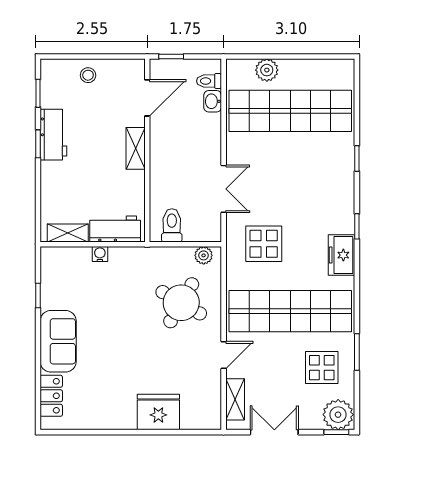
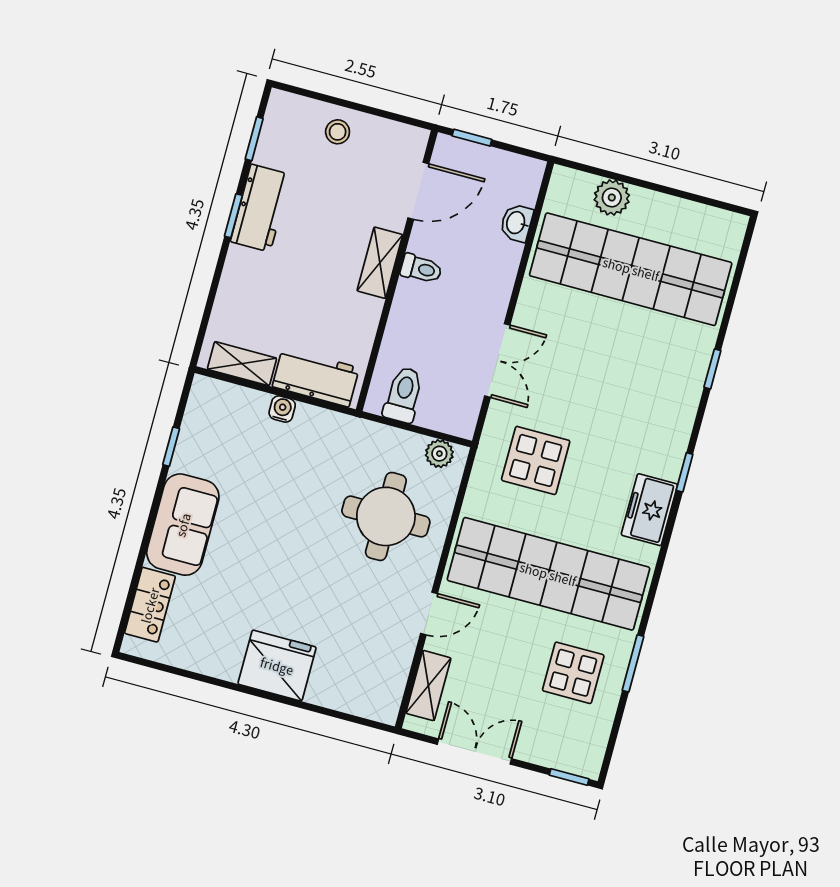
toilet: (209, 81) -> (421, 269), moved, turned 180
round table: (181, 303) -> (386, 516), turned -30
fridge: (158, 412) -> (277, 666), moved
plant: (338, 415) -> (579, 751), removed

